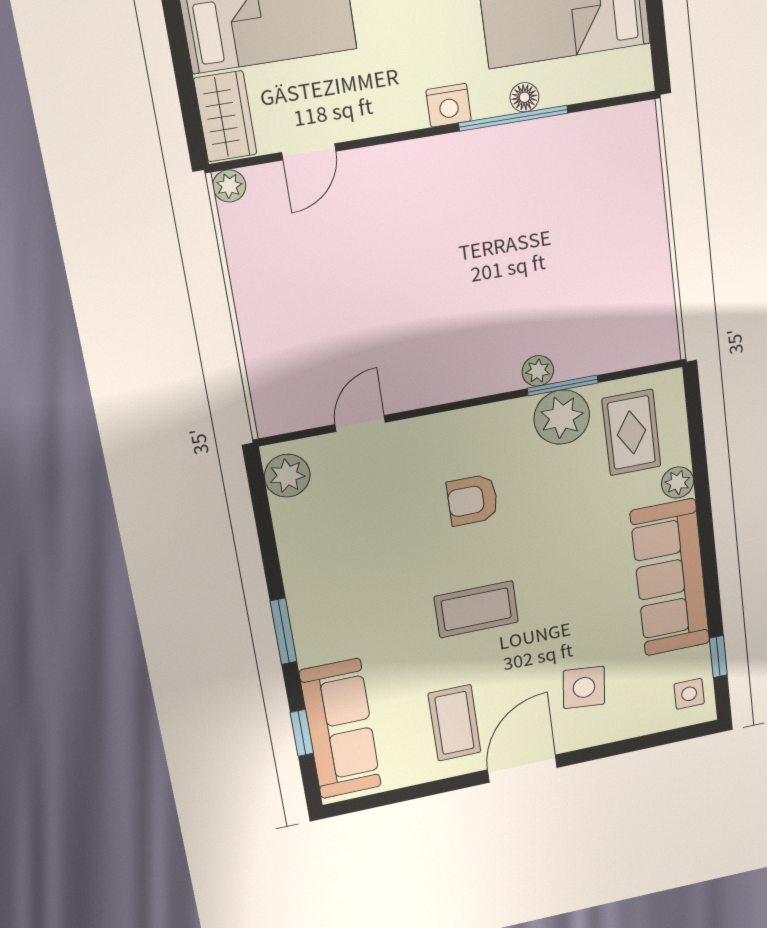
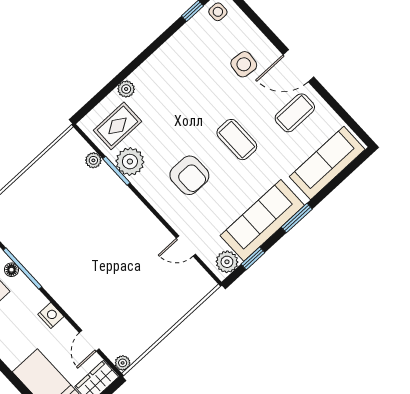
nightstand: (449, 105) -> (51, 315), moved
door: (309, 152) -> (89, 341), swing flipped
plant: (538, 371) -> (93, 160), moved
armchair: (472, 500) -> (189, 175), width x1.38, depth x1.38
sofa: (670, 578) -> (262, 220), moved, turned 180
window: (302, 733) -> (253, 258), moved

